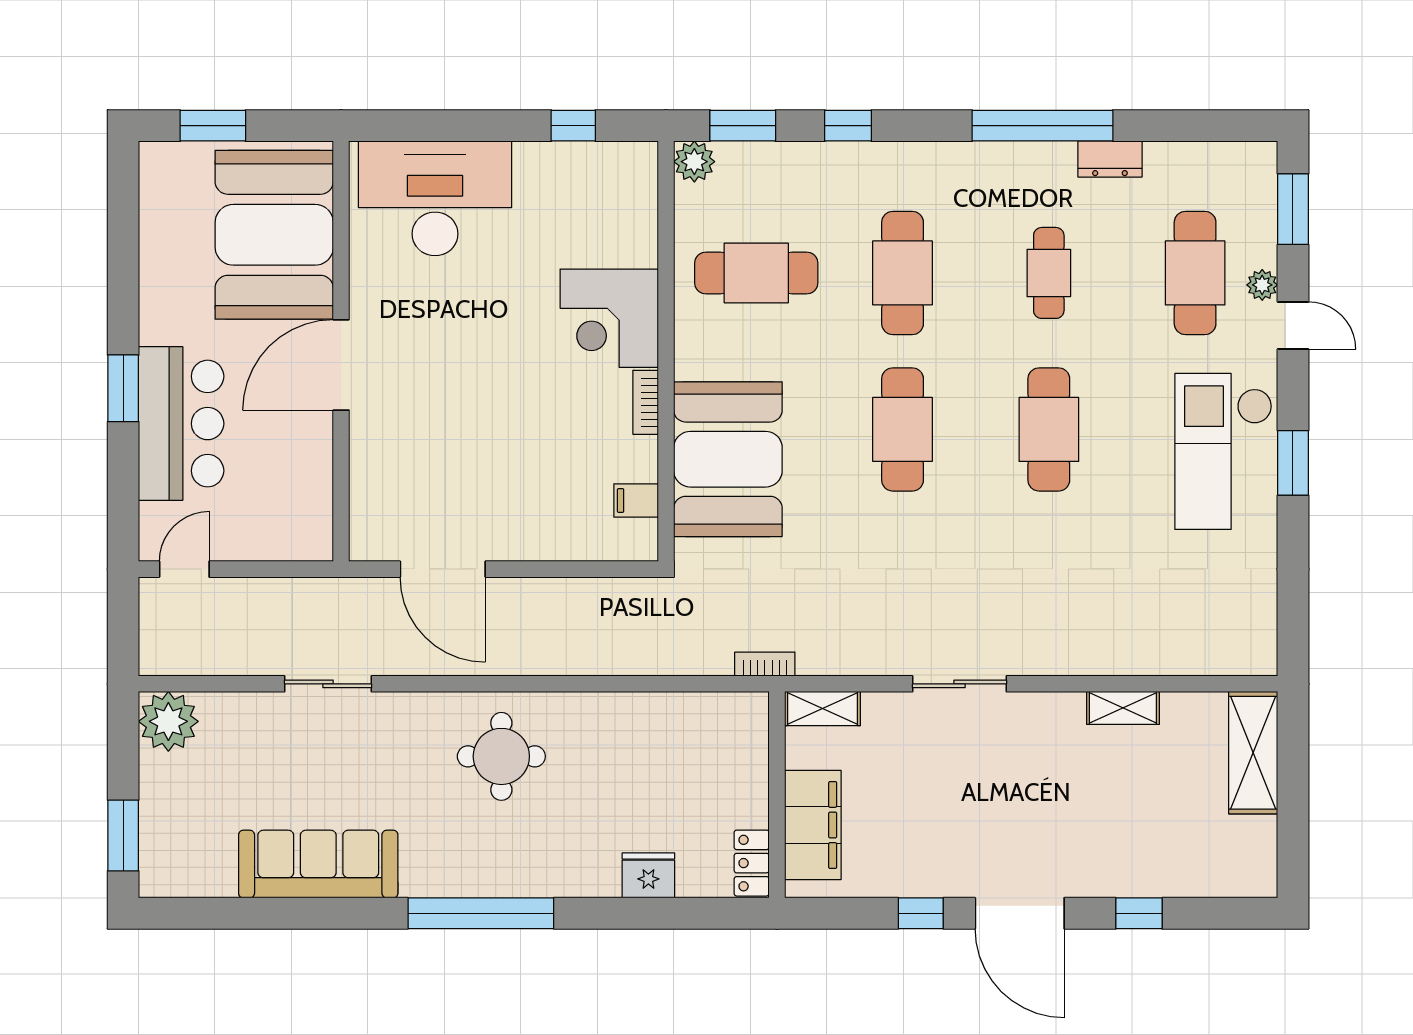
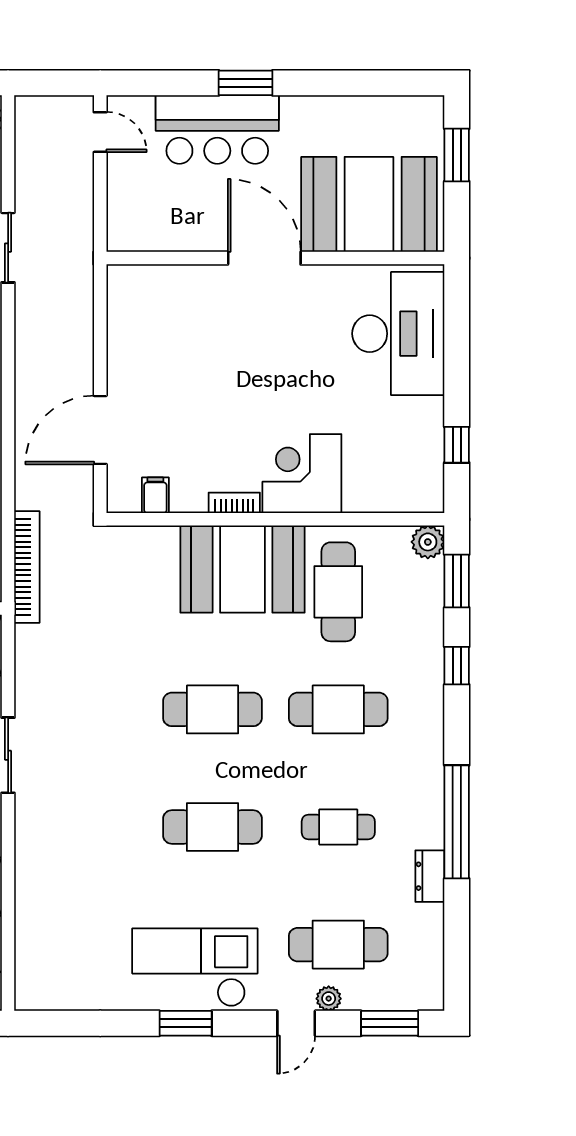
booth: (728, 459) -> (242, 569), moved
door: (443, 569) -> (100, 430), moved
bookcase: (765, 664) -> (27, 567), width x2.31, depth x1.31

